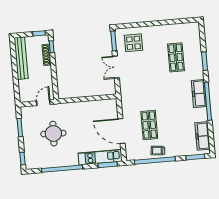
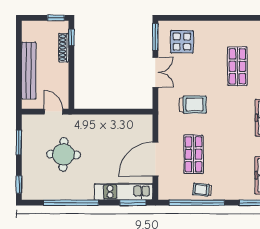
bench: (21, 58) -> (29, 70), moved
double door: (116, 67) -> (155, 72), swing flipped
trolley: (146, 88) -> (193, 105), added
door: (43, 103) -> (53, 112), hinge flipped
door: (122, 131) -> (155, 159), hinge flipped

